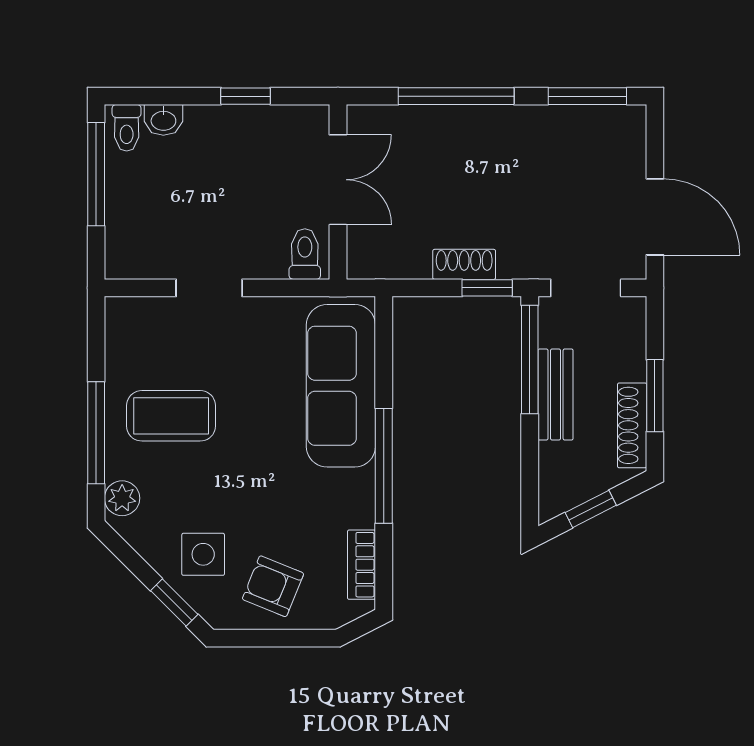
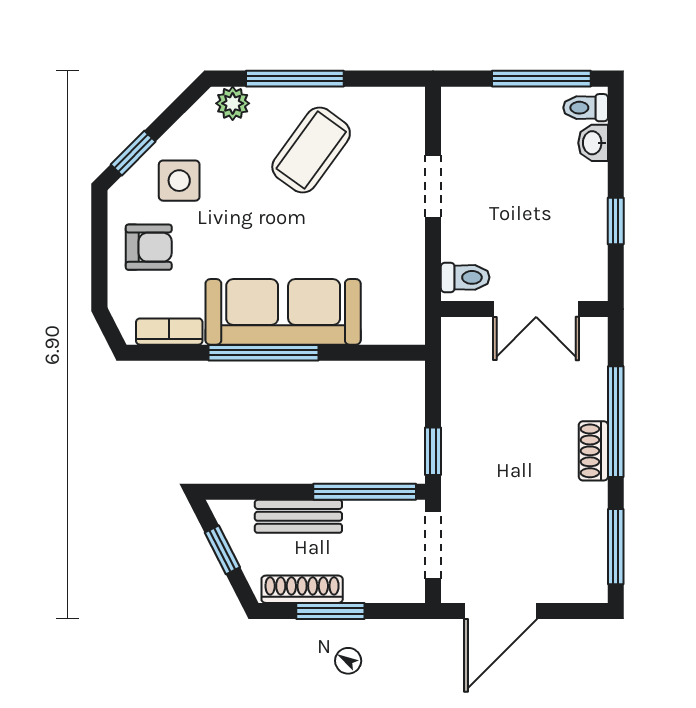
shoe rack: (464, 264) -> (593, 451), moved, turned 180
sofa: (341, 386) -> (283, 312), moved
bench: (556, 395) -> (298, 516), moved
coffee table: (171, 416) -> (311, 150), turned 36
armchair: (273, 586) -> (149, 247), turned 68

